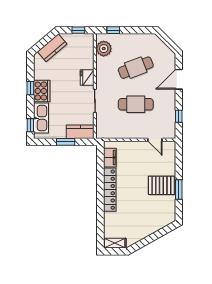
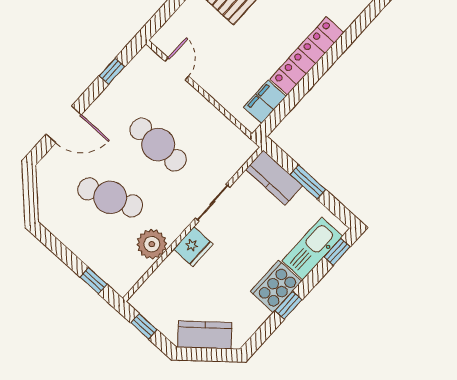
plant: (104, 49) -> (152, 244), moved

